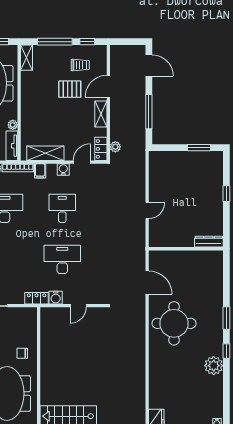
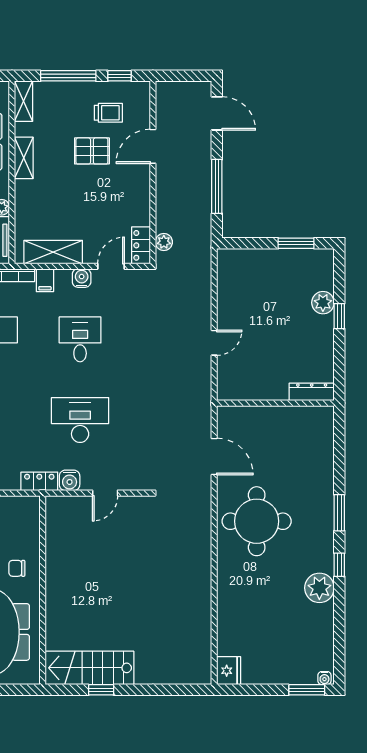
shelving: (101, 114) -> (24, 158), moved
plant: (216, 185) -> (323, 303), added

